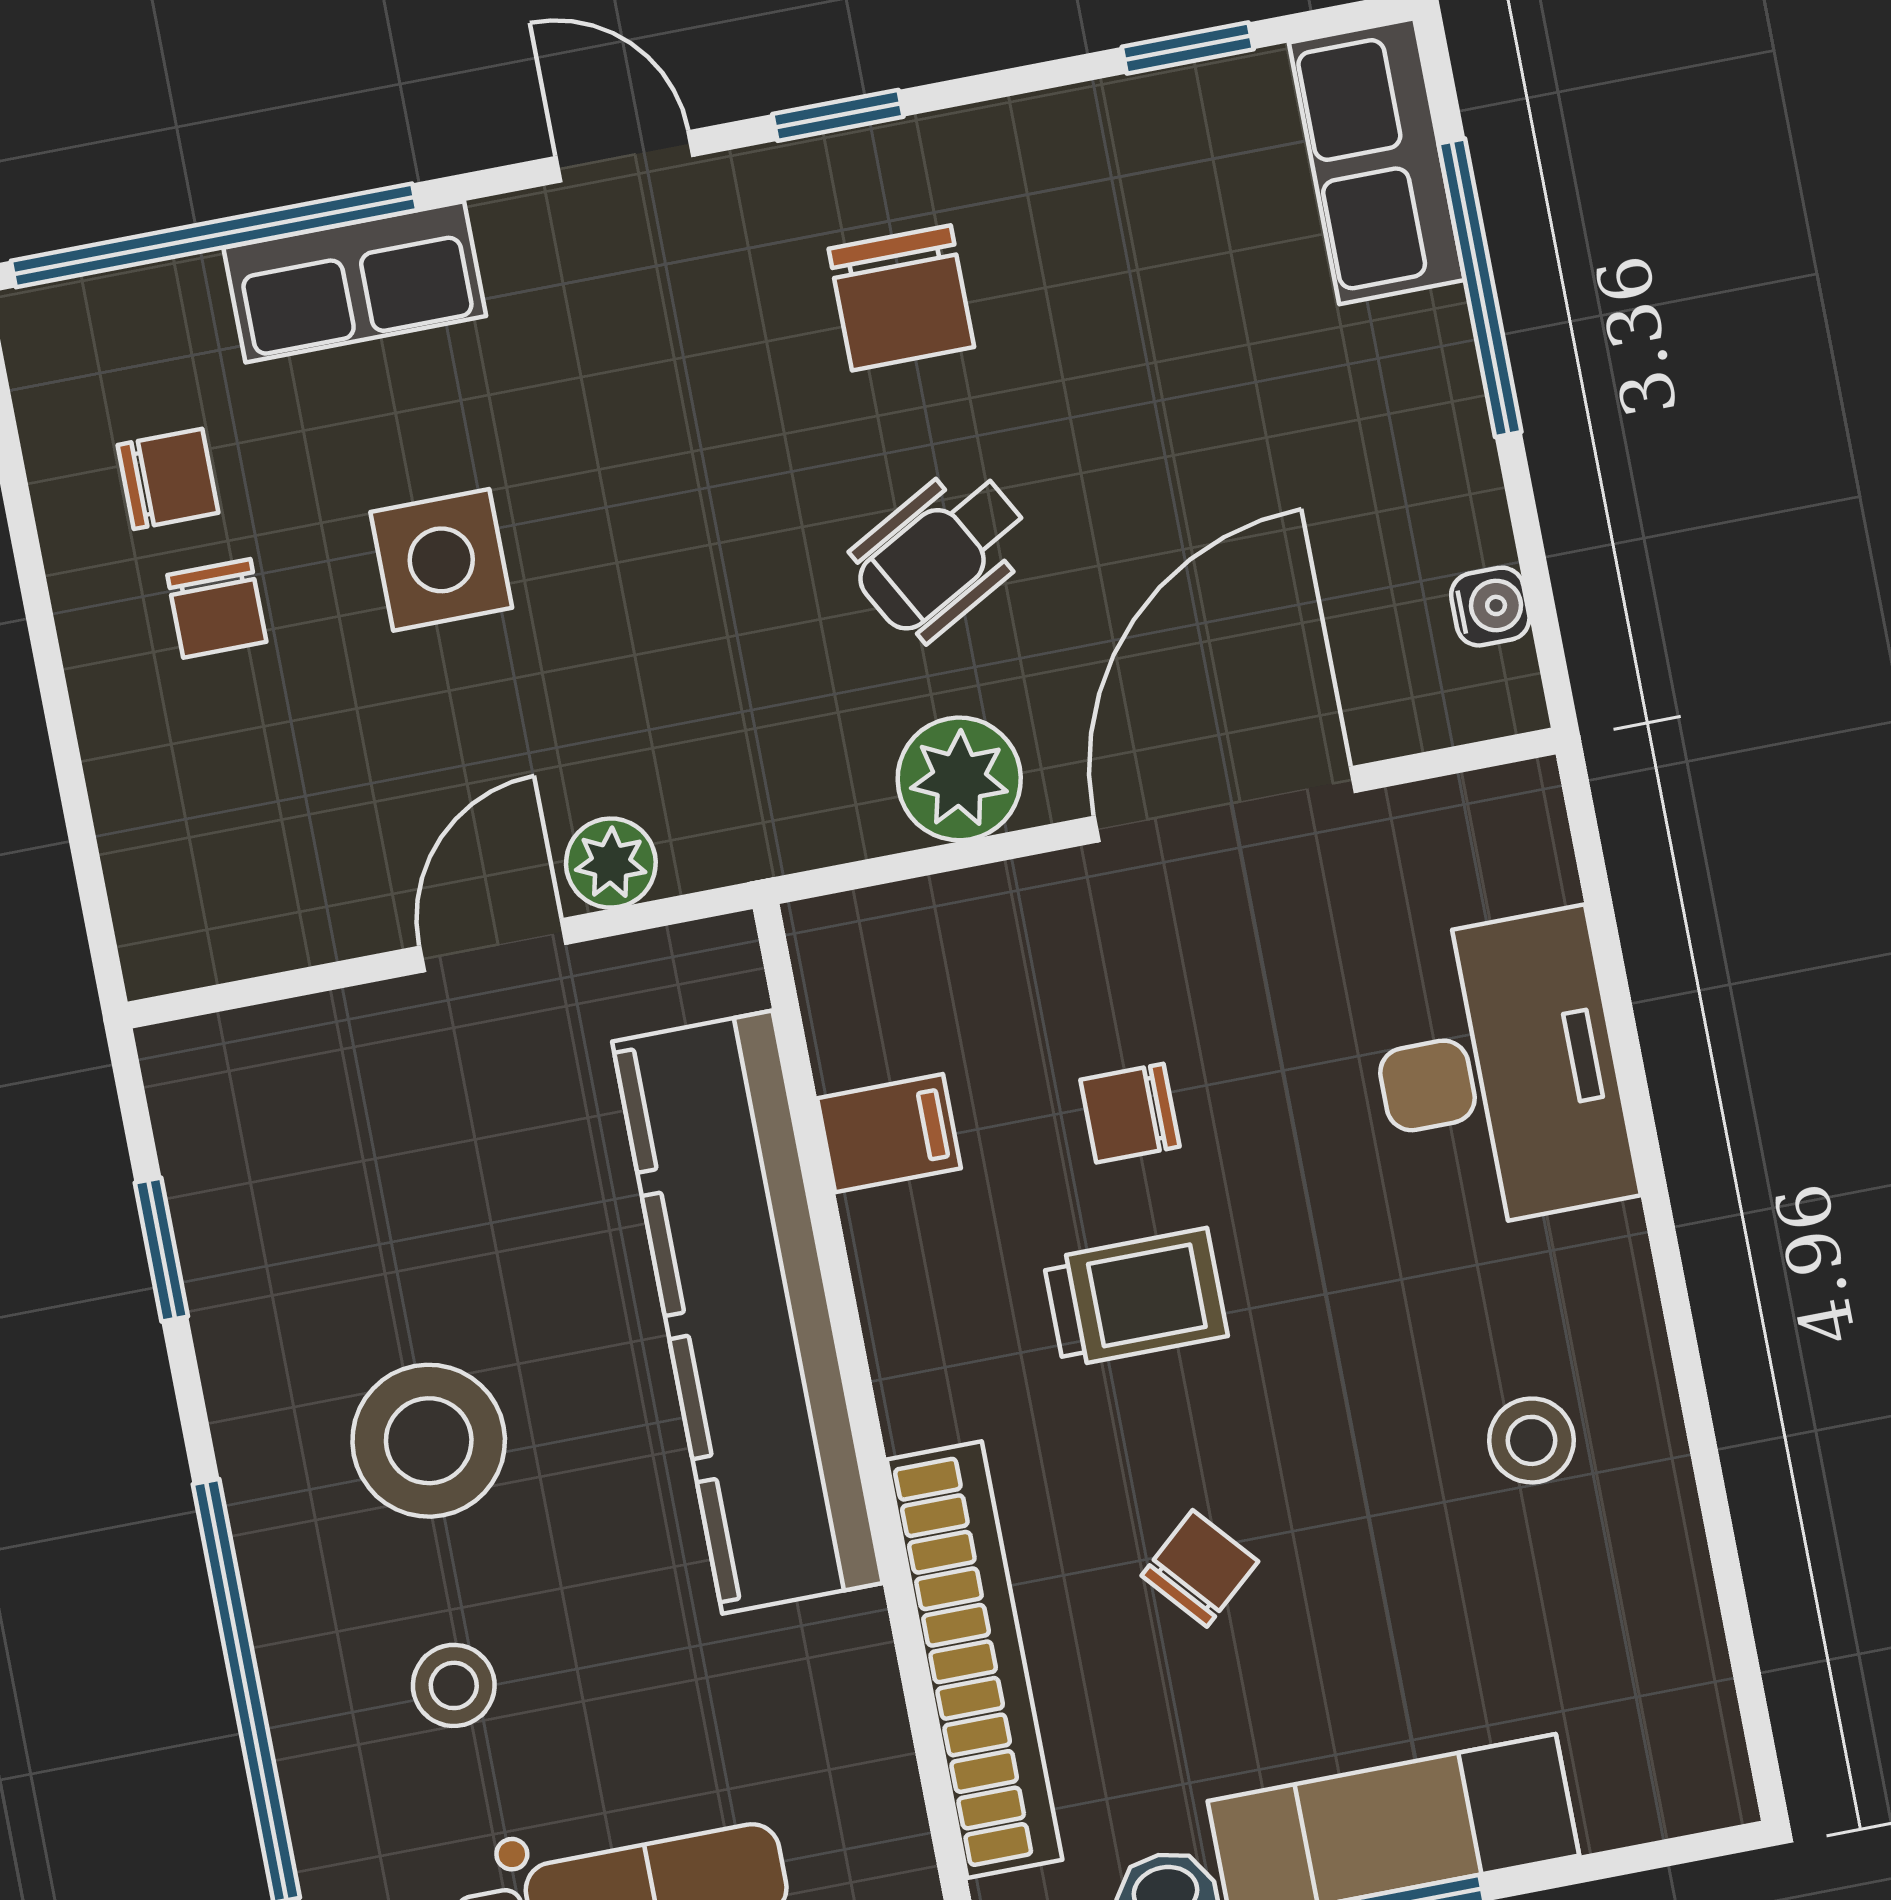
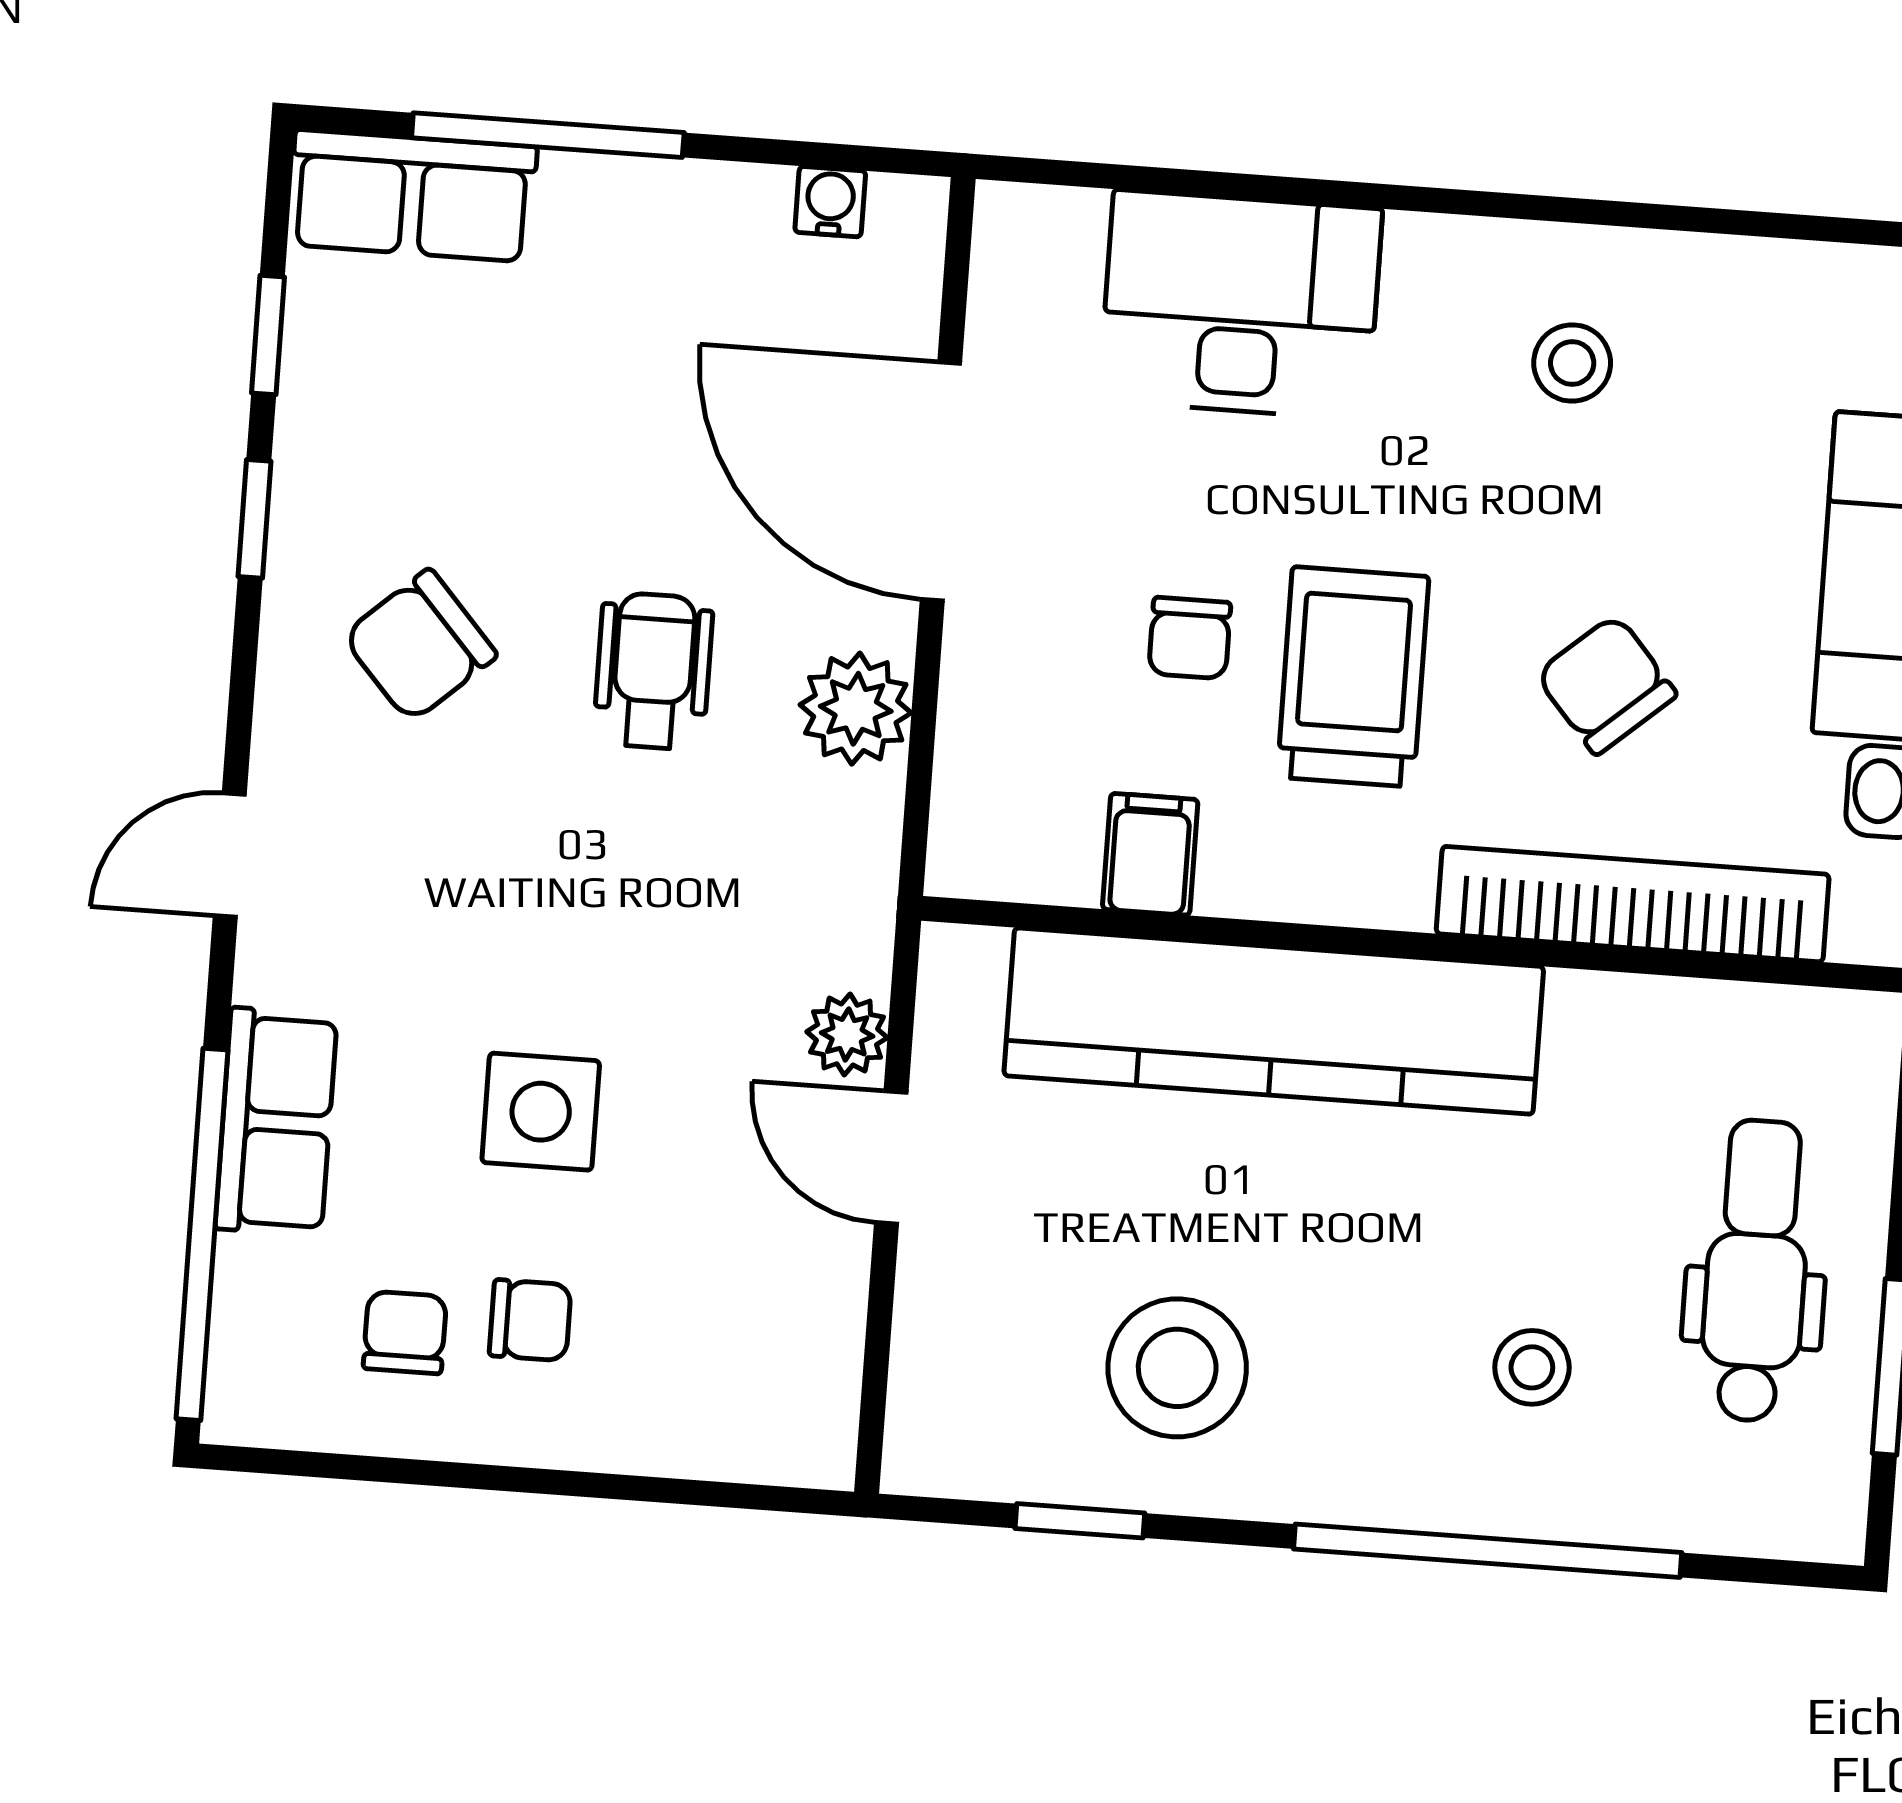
window: (838, 115) -> (255, 519), moved
chair: (901, 298) -> (420, 646), turned 138
wheelchair: (941, 553) -> (653, 671), turned -151
trolley: (1135, 1298) -> (1353, 677), width x1.36, depth x1.39
stool: (429, 1441) -> (1177, 1368), moved
chair: (1200, 1568) -> (1606, 685), width x1.37, depth x1.37

